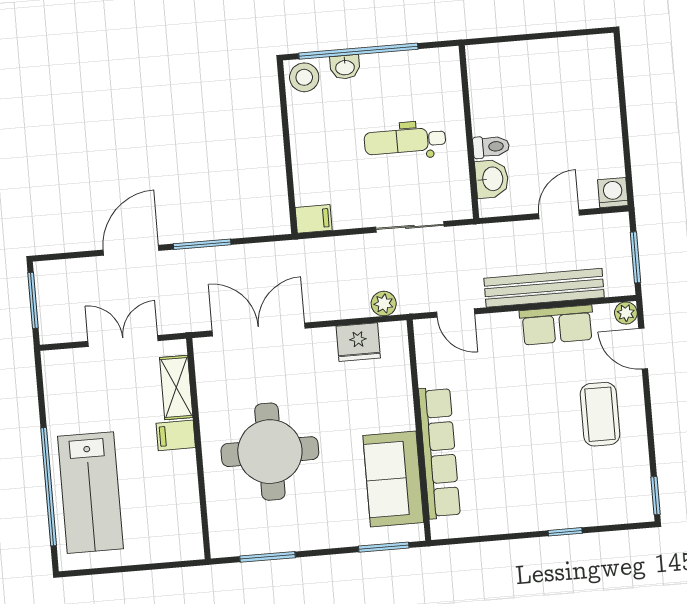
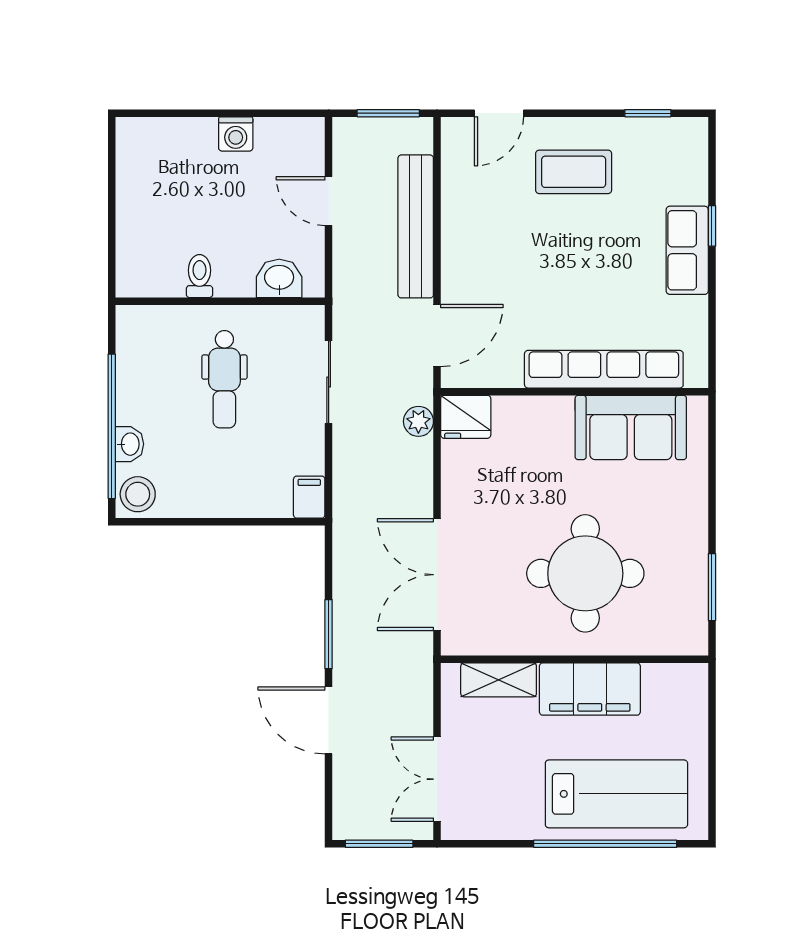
toilet: (491, 147) -> (199, 276), moved
washing machine: (613, 193) -> (236, 134), moved, turned -90
door: (456, 313) -> (437, 336), width x1.38
plant: (626, 313) -> (454, 130), removed
row of seats: (557, 325) -> (687, 250), moved, turned 180
double door: (123, 341) -> (437, 779), moved
fridge: (358, 342) -> (466, 417), moved, turned 90
filing cabinet: (176, 435) -> (590, 689), width x3.00, depth x1.17
window: (655, 496) -> (648, 113), moved
window: (384, 547) -> (712, 446), removed

